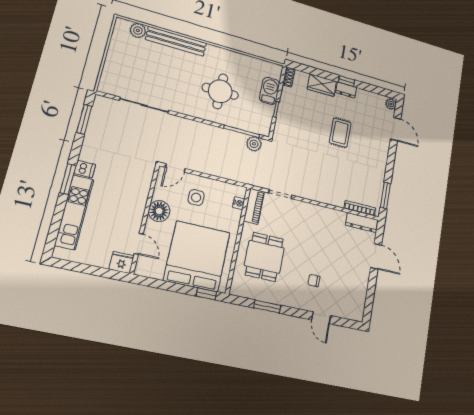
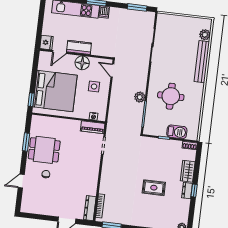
plant: (254, 144) -> (140, 97), moved
kitchen counter: (135, 213) -> (79, 47), added
dining table: (264, 257) -> (44, 150), moved

